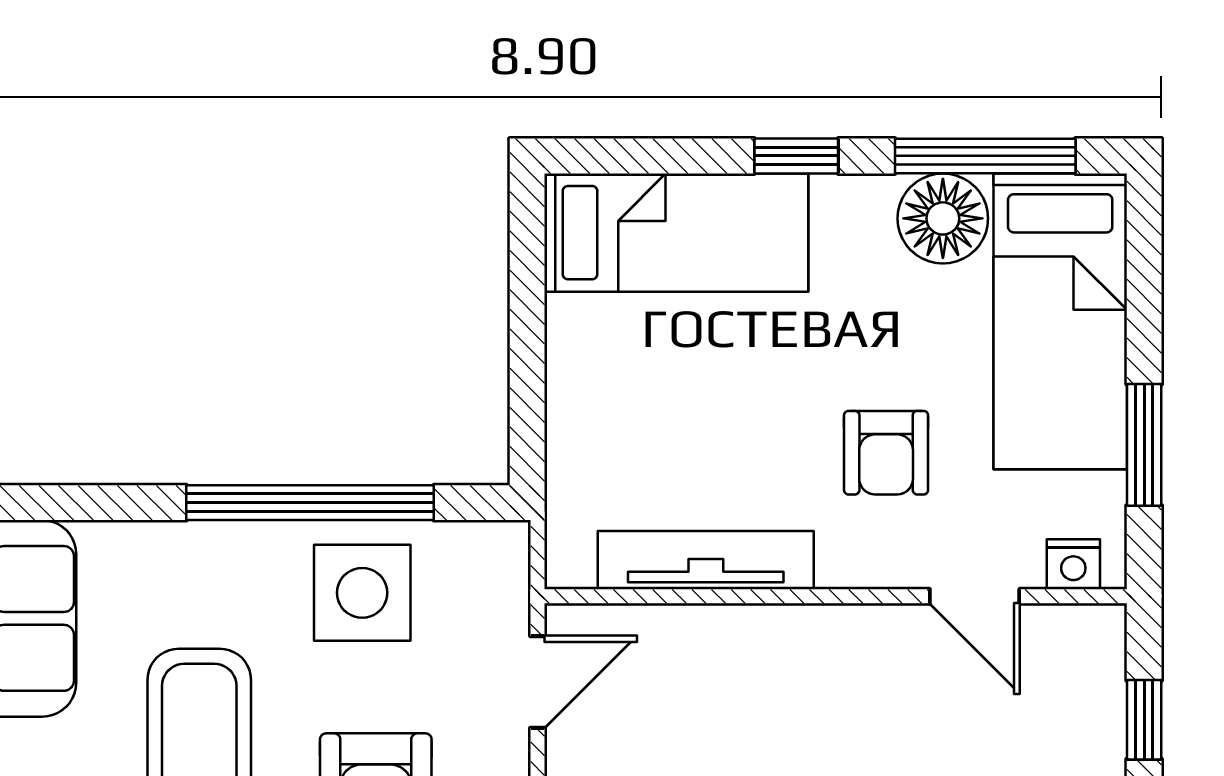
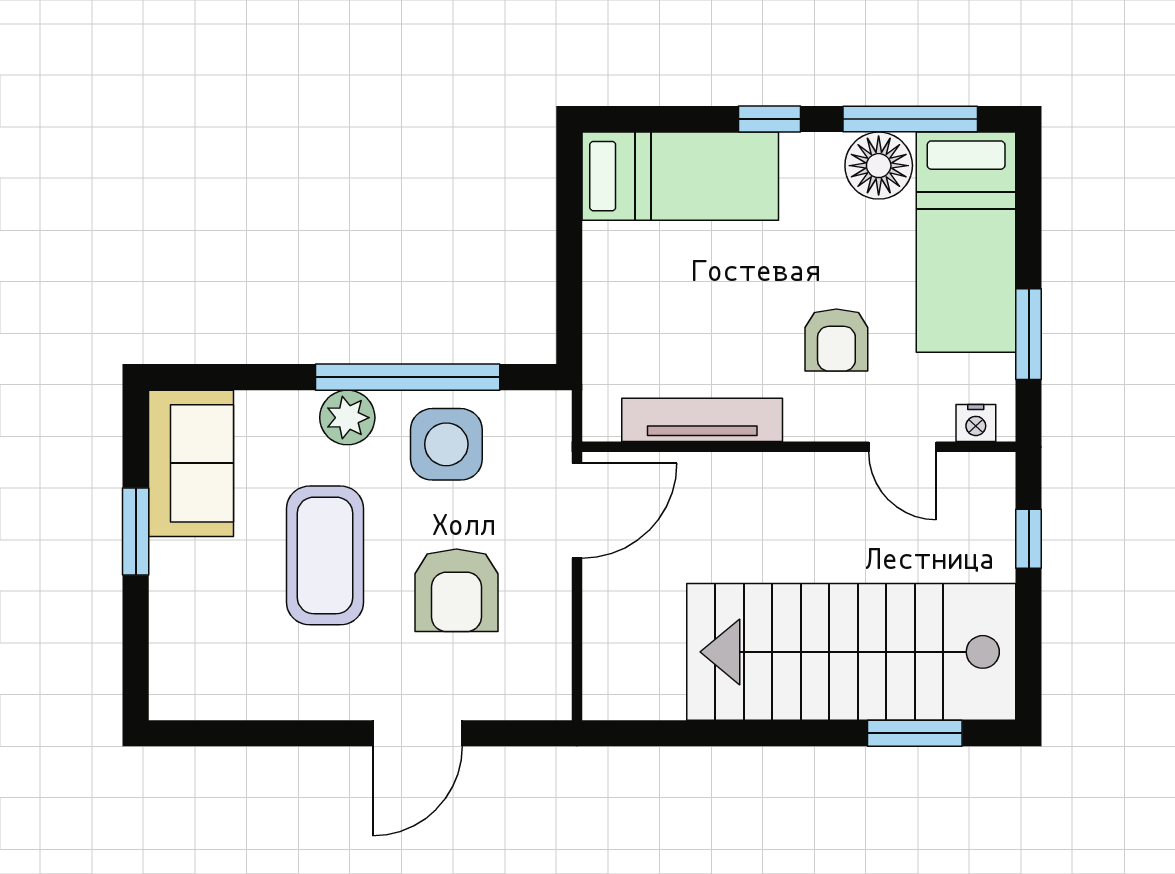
plant: (229, 557) -> (347, 418), added
door: (538, 682) -> (577, 511), width x1.38

